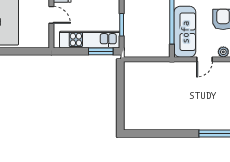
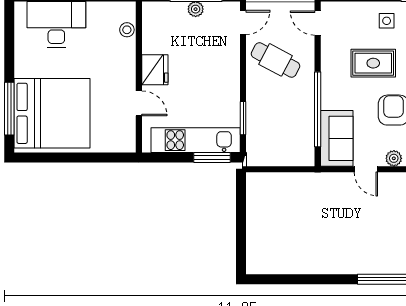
sofa: (185, 32) -> (337, 138), width x0.73
door: (204, 59) -> (366, 169), hinge flipped

